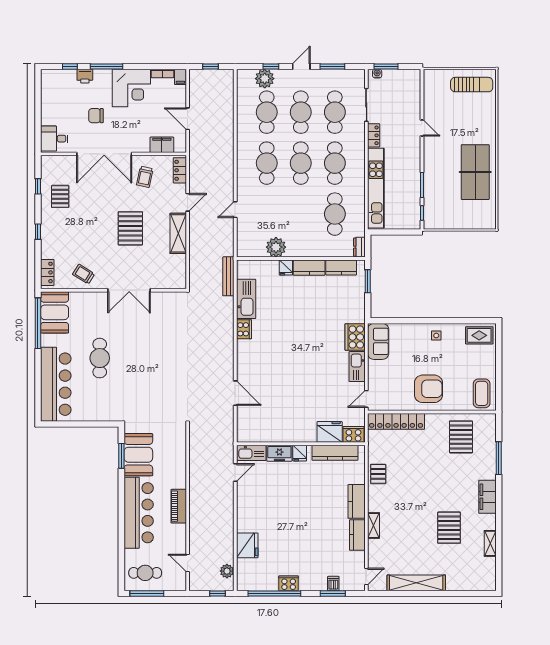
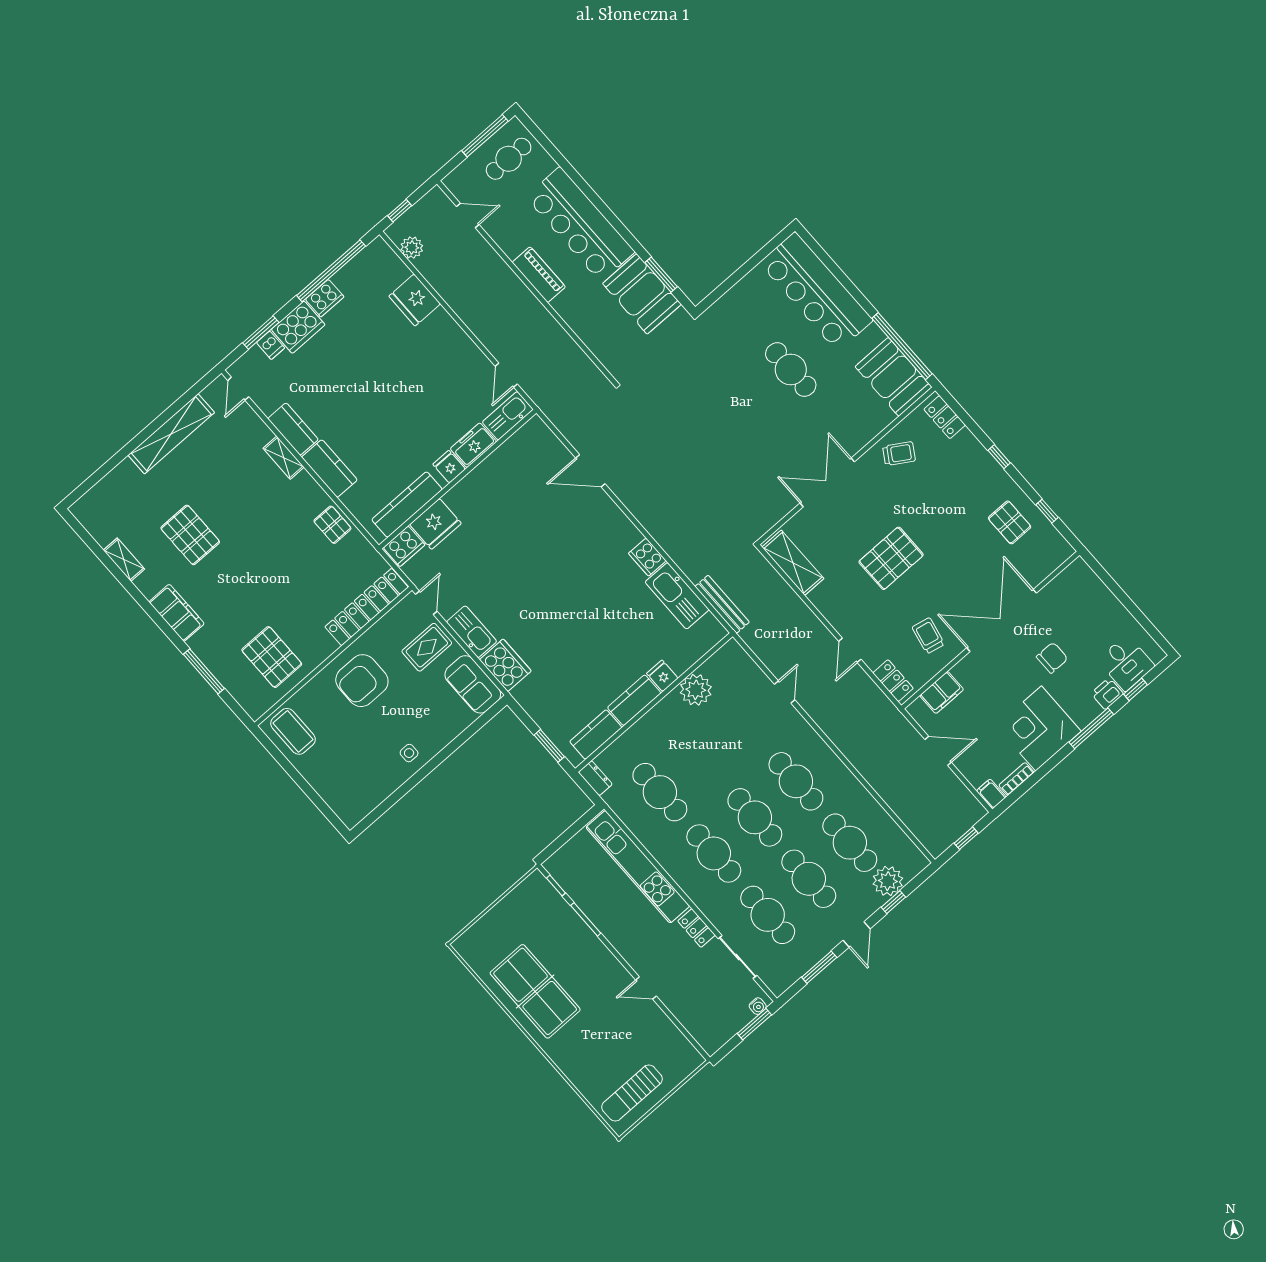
desk: (54, 139) -> (1126, 663), moved, turned 90
pallet: (130, 228) -> (891, 558), turned 90
shelving: (178, 233) -> (793, 563), moved
rug: (479, 335) -> (427, 647), moved
cooker: (313, 581) -> (298, 327), added

